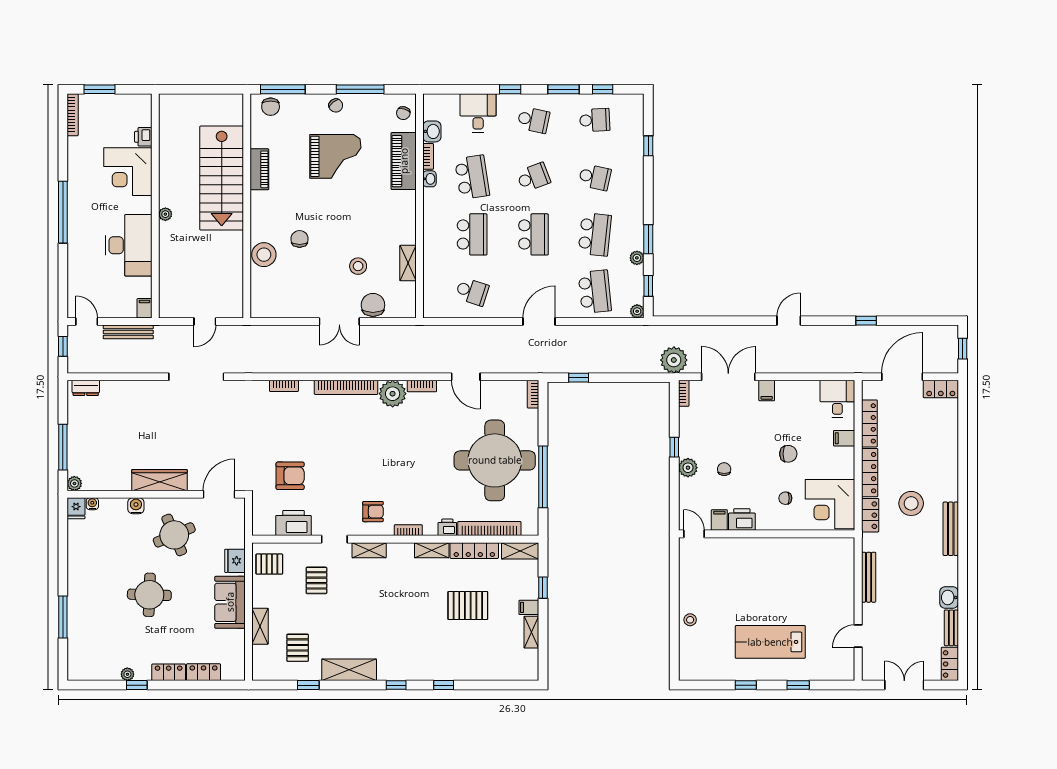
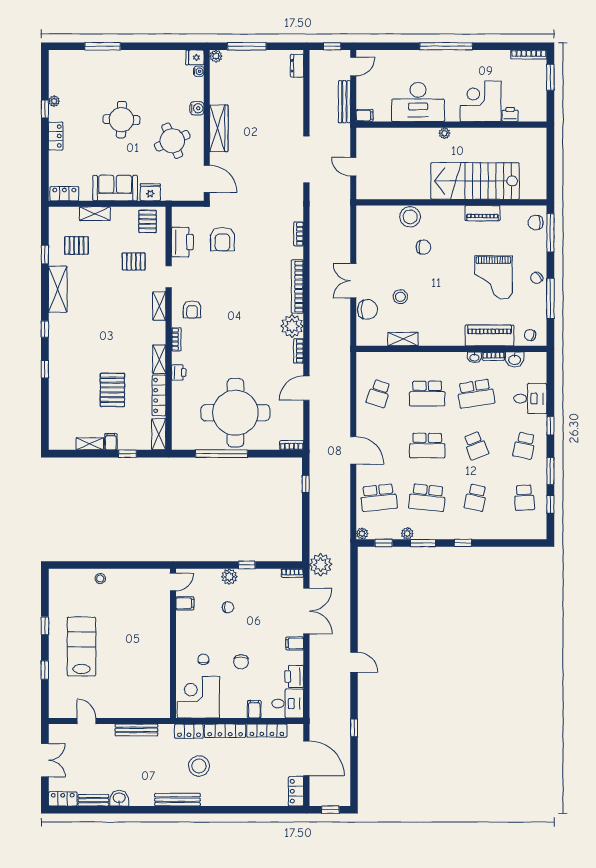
window: (648, 146) -> (463, 543), moved
printer: (742, 520) -> (294, 676), moved, turned 180
bookcase: (489, 529) -> (178, 408), removed
locker: (204, 672) -> (64, 194), moved, turned -90

